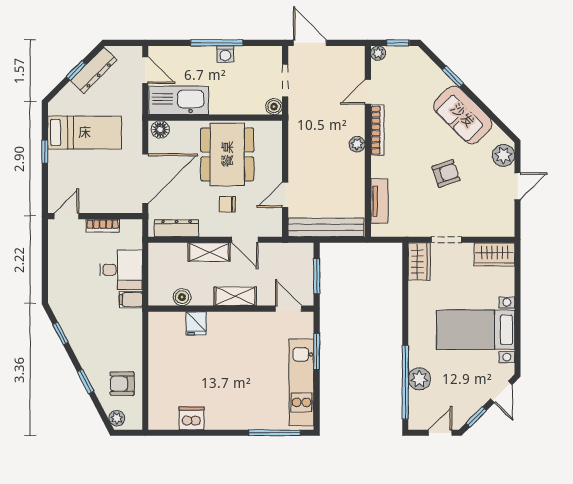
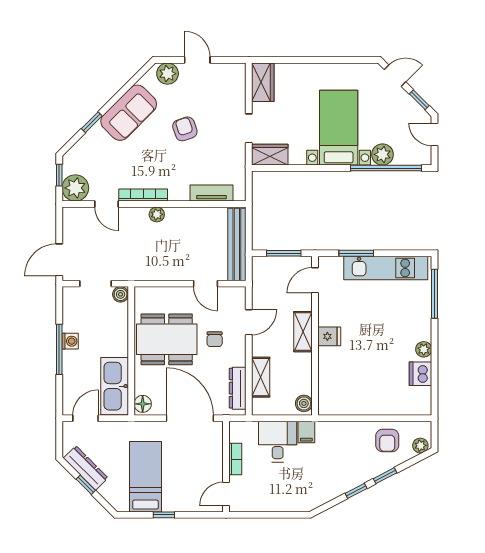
plant: (378, 53) -> (75, 188), width x1.87, depth x1.87
door: (66, 216) -> (226, 494), hinge flipped
shelving: (209, 252) -> (261, 377), moved
boiler: (182, 297) -> (304, 403), moved
fridge: (196, 323) -> (329, 336), moved
bed with nightstands: (476, 330) -> (339, 128), moved, turned 180
window: (60, 333) -> (356, 491), moved
plant: (217, 422) -> (424, 349), added

